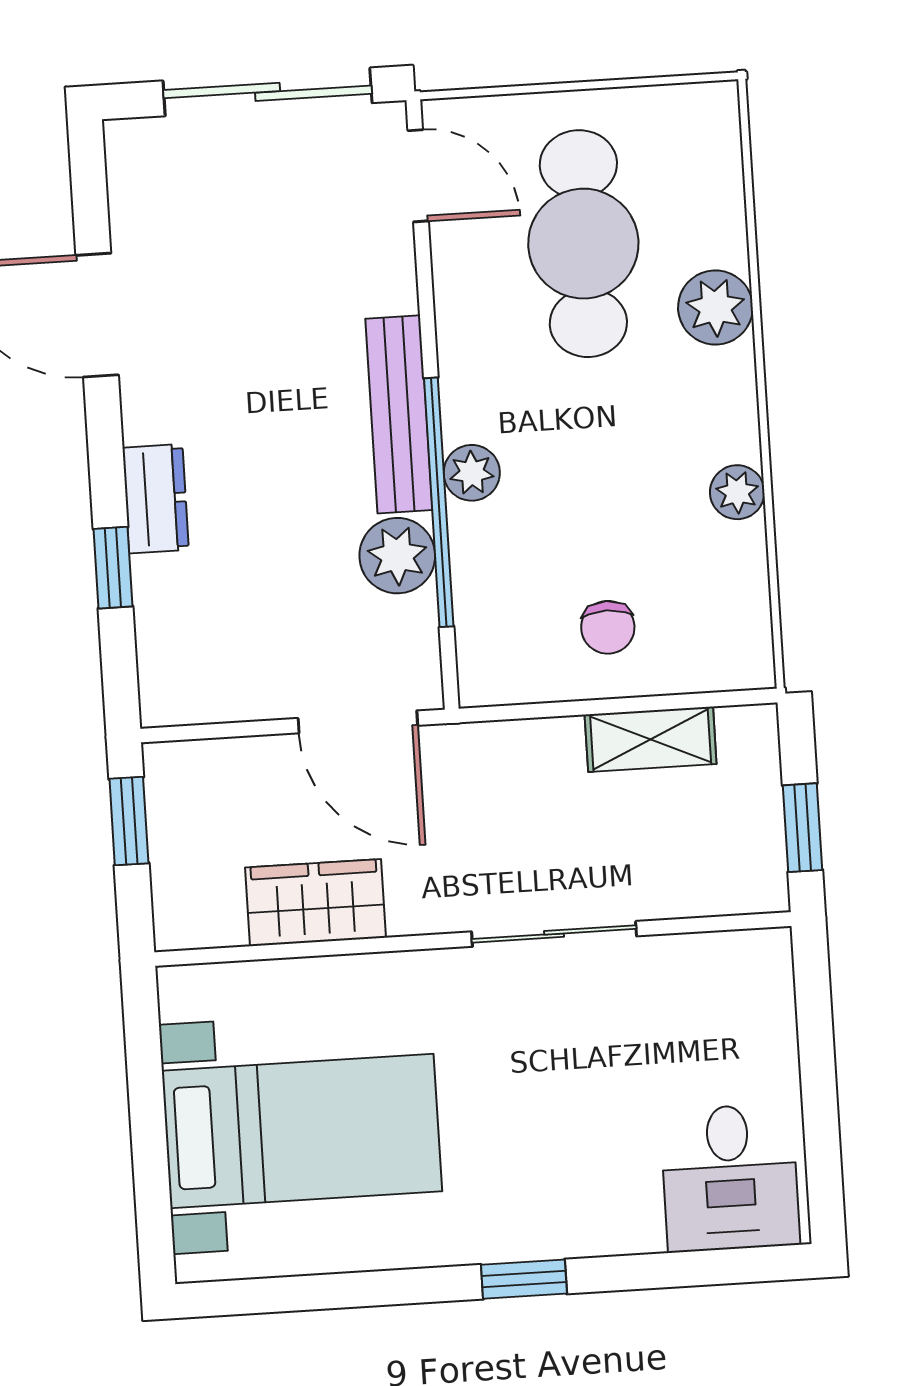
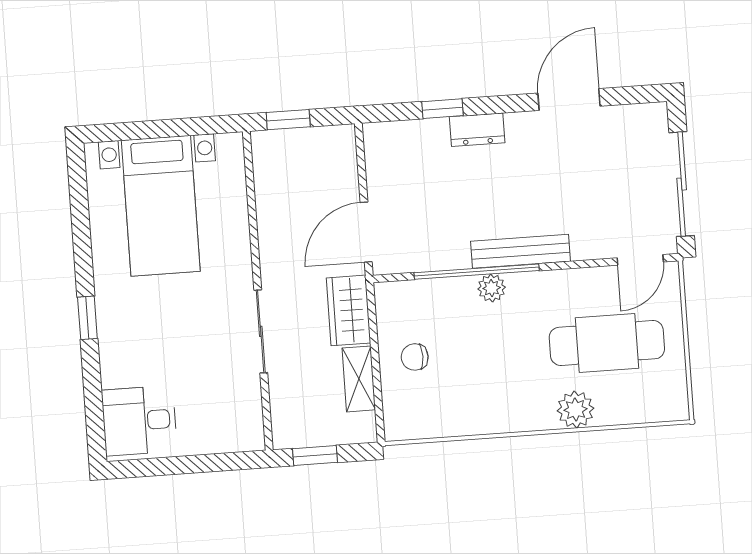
plant: (737, 492) -> (483, 421), removed
plant: (397, 556) -> (450, 251), removed
window: (129, 821) -> (288, 120), moved
wardrobe: (316, 903) -> (349, 310), moved, turned 180

